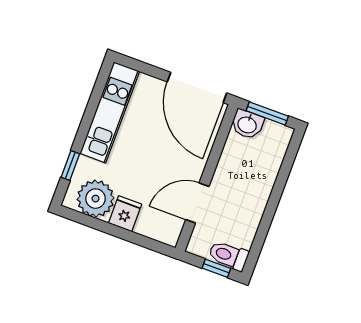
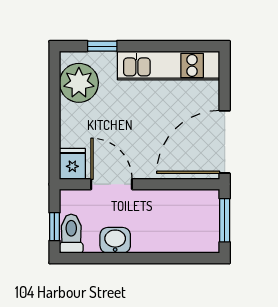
washbasin: (247, 124) -> (115, 240), moved, turned 90
fridge: (125, 214) -> (72, 164), moved, turned -90

